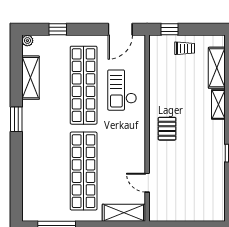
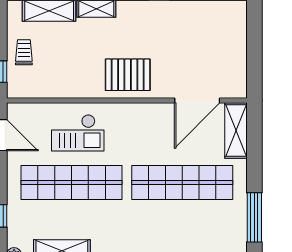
pallet: (167, 129) -> (128, 75), width x1.50, depth x1.42
door: (147, 183) -> (197, 101), width x1.88

